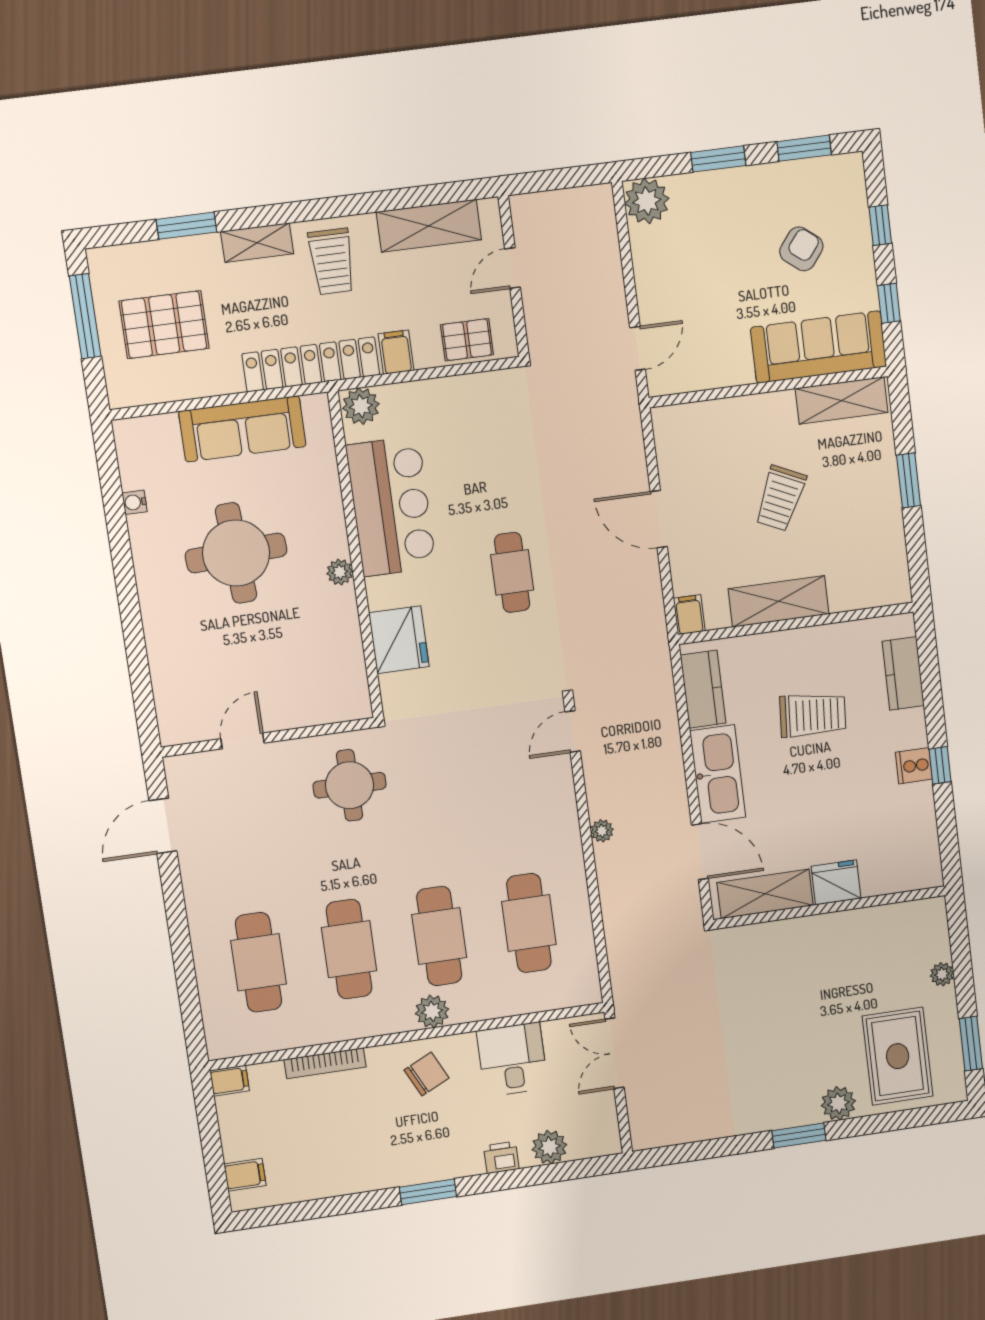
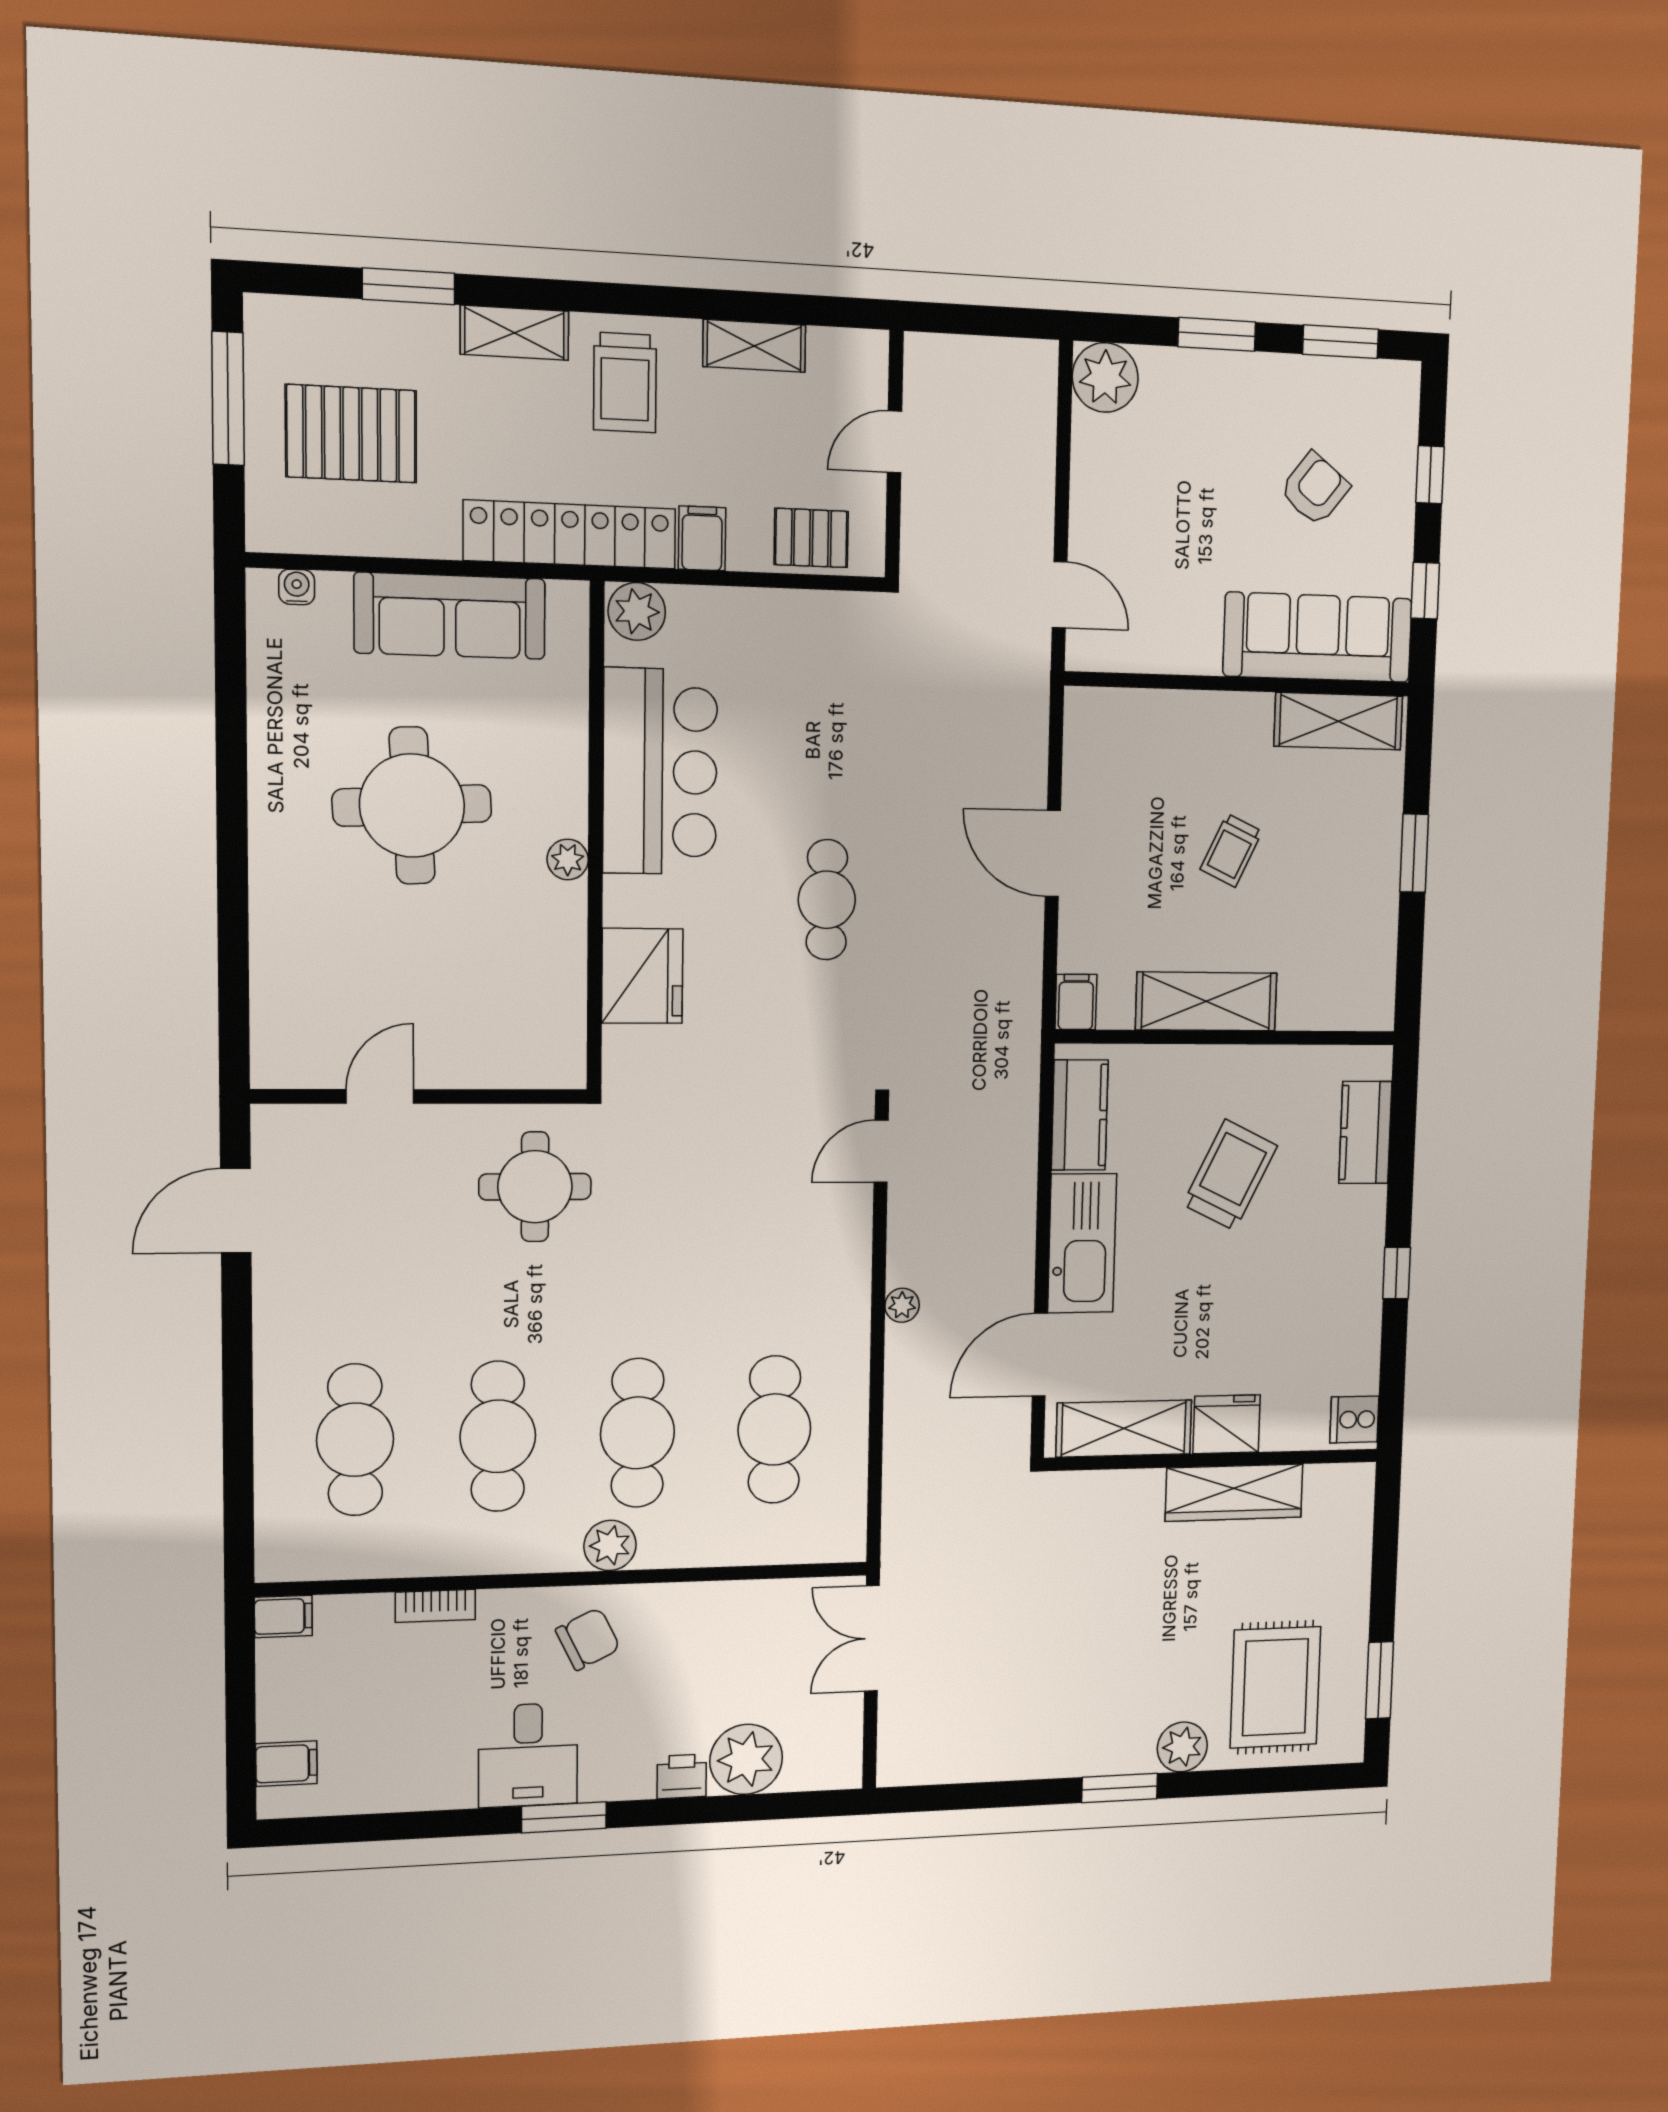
shelving: (429, 226) -> (754, 346), width x0.67, depth x0.75
door: (638, 348) -> (1060, 595), hinge flipped
trolley: (780, 498) -> (1231, 850), width x0.73, depth x0.72
water cooler: (135, 502) -> (297, 587), moved, turned 90
trolley: (813, 715) -> (1230, 1175), turned -68
cooker: (914, 766) -> (1354, 1419), moved
door: (700, 852) -> (1040, 1355), swing flipped
wardrobe: (848, 928) -> (1234, 1493), added
plant: (942, 974) -> (1355, 1576), removed
desk: (512, 1059) -> (528, 1755), moved, turned 180
bookcase: (325, 1063) -> (435, 1606), width x0.64
plant: (549, 1147) -> (746, 1759), width x1.36, depth x1.36

